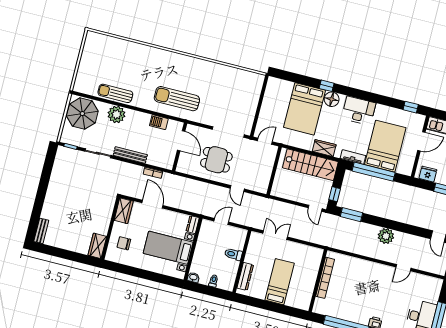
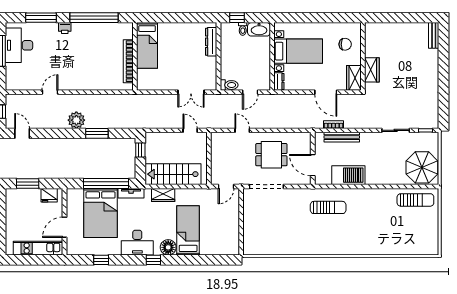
window: (327, 86) -> (153, 260), moved
sun lounger: (115, 93) -> (415, 200), moved
sun lounger: (177, 99) -> (328, 207), width x0.73, depth x0.75
window: (411, 107) -> (101, 260), moved
bed: (305, 109) -> (188, 230), width x0.67
plant: (116, 114) -> (386, 175), removed
barbecue: (159, 122) -> (348, 175), width x1.88, depth x1.53
bench: (130, 155) -> (342, 137), moved
door: (315, 208) -> (190, 130), moved
window: (352, 215) -> (97, 133), moved
wardrobe: (97, 246) -> (372, 70), moved
toilet: (233, 254) -> (229, 85), moved
washbasin: (193, 277) -> (259, 29), width x1.91, depth x1.45
bed: (280, 282) -> (147, 45), moved
window: (216, 292) -> (237, 18), added

